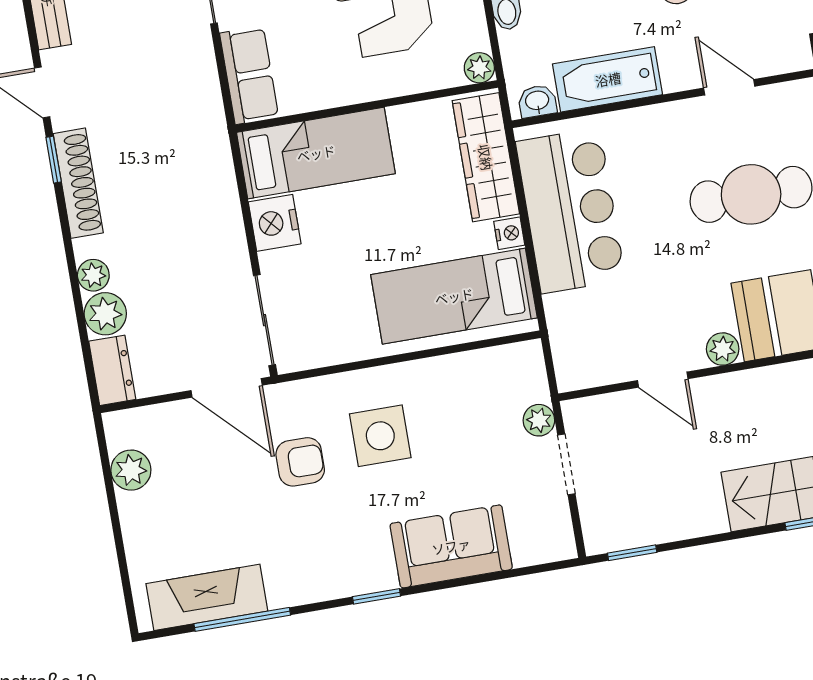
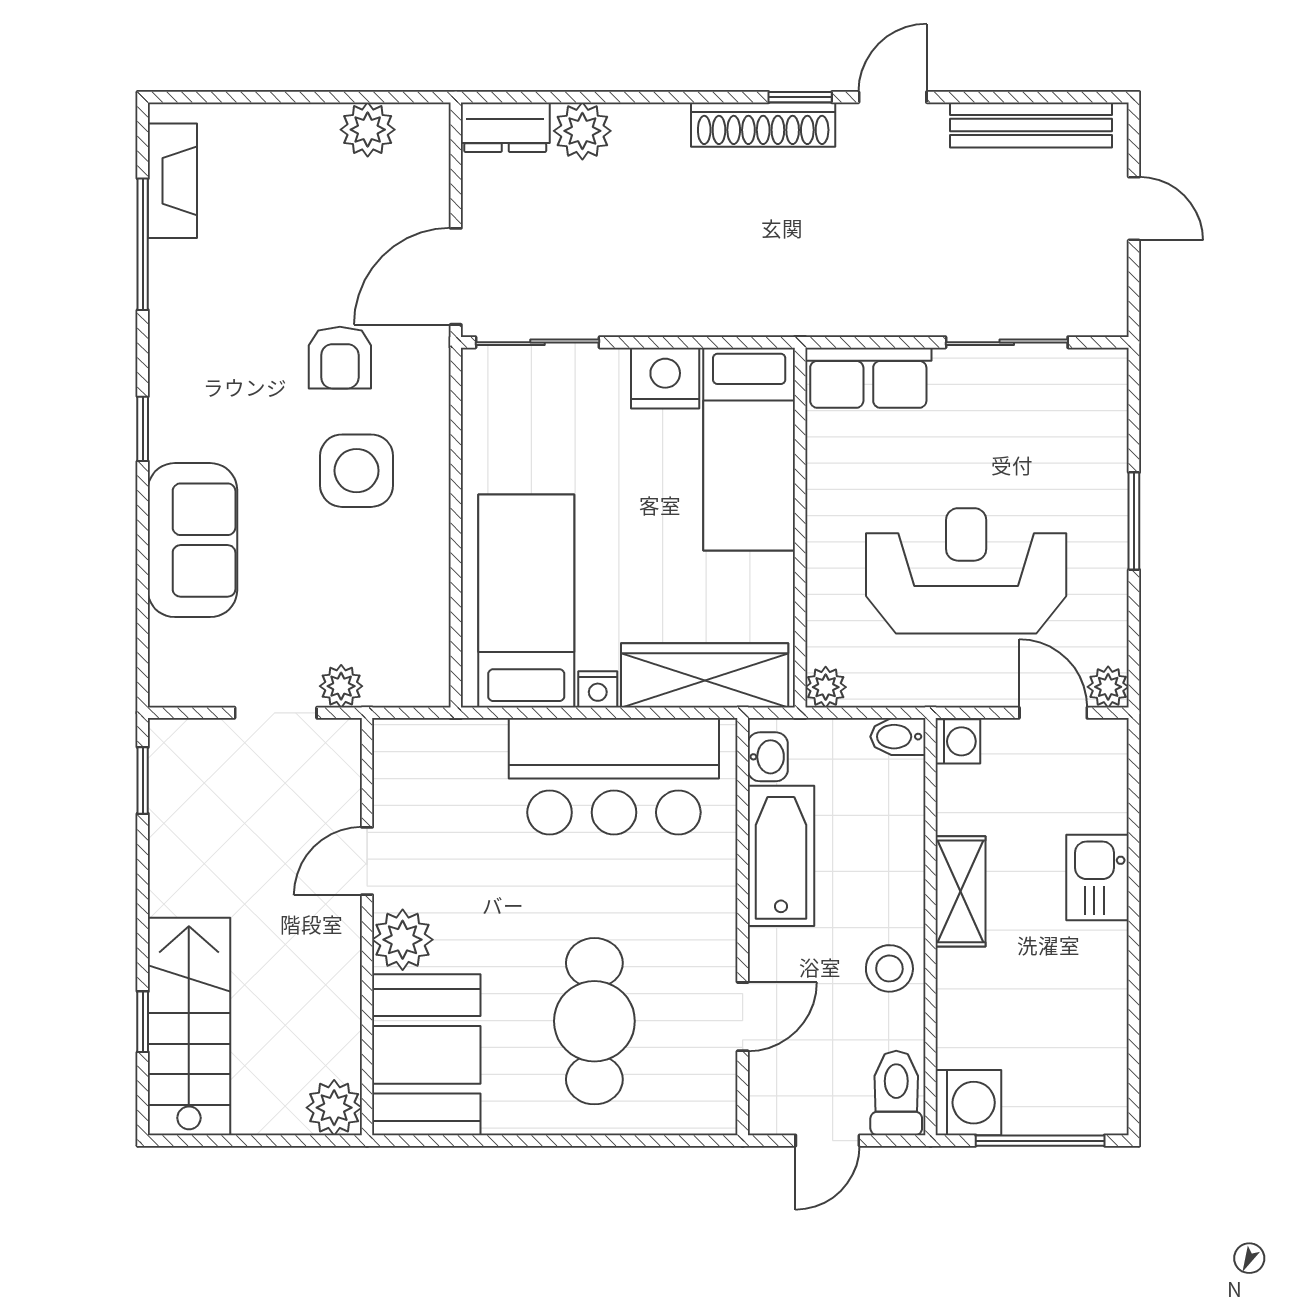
plant: (93, 275) -> (637, 124), removed
plant: (723, 349) -> (403, 940), width x1.38, depth x1.38
fireplace: (207, 597) -> (172, 181), width x0.73, depth x0.76

